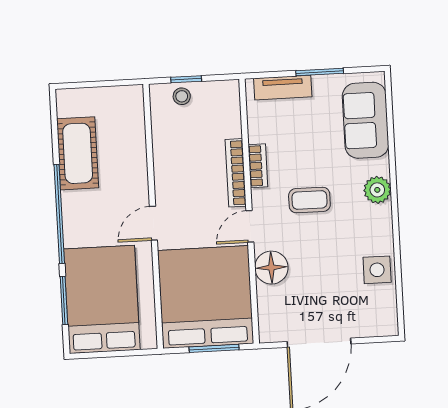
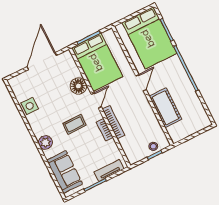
cot: (78, 153) -> (166, 108), moved
bed: (206, 297) -> (97, 62), width x0.73

